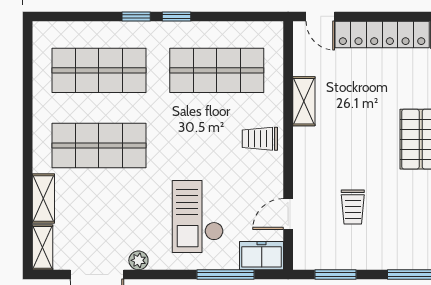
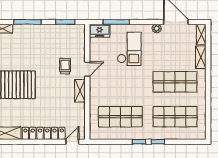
door: (320, 16) -> (72, 142), hinge flipped
shelving: (304, 101) -> (80, 91), moved
trolley: (260, 139) -> (100, 85), removed
trolley: (353, 207) -> (65, 66), moved
door: (288, 214) -> (87, 69), moved

